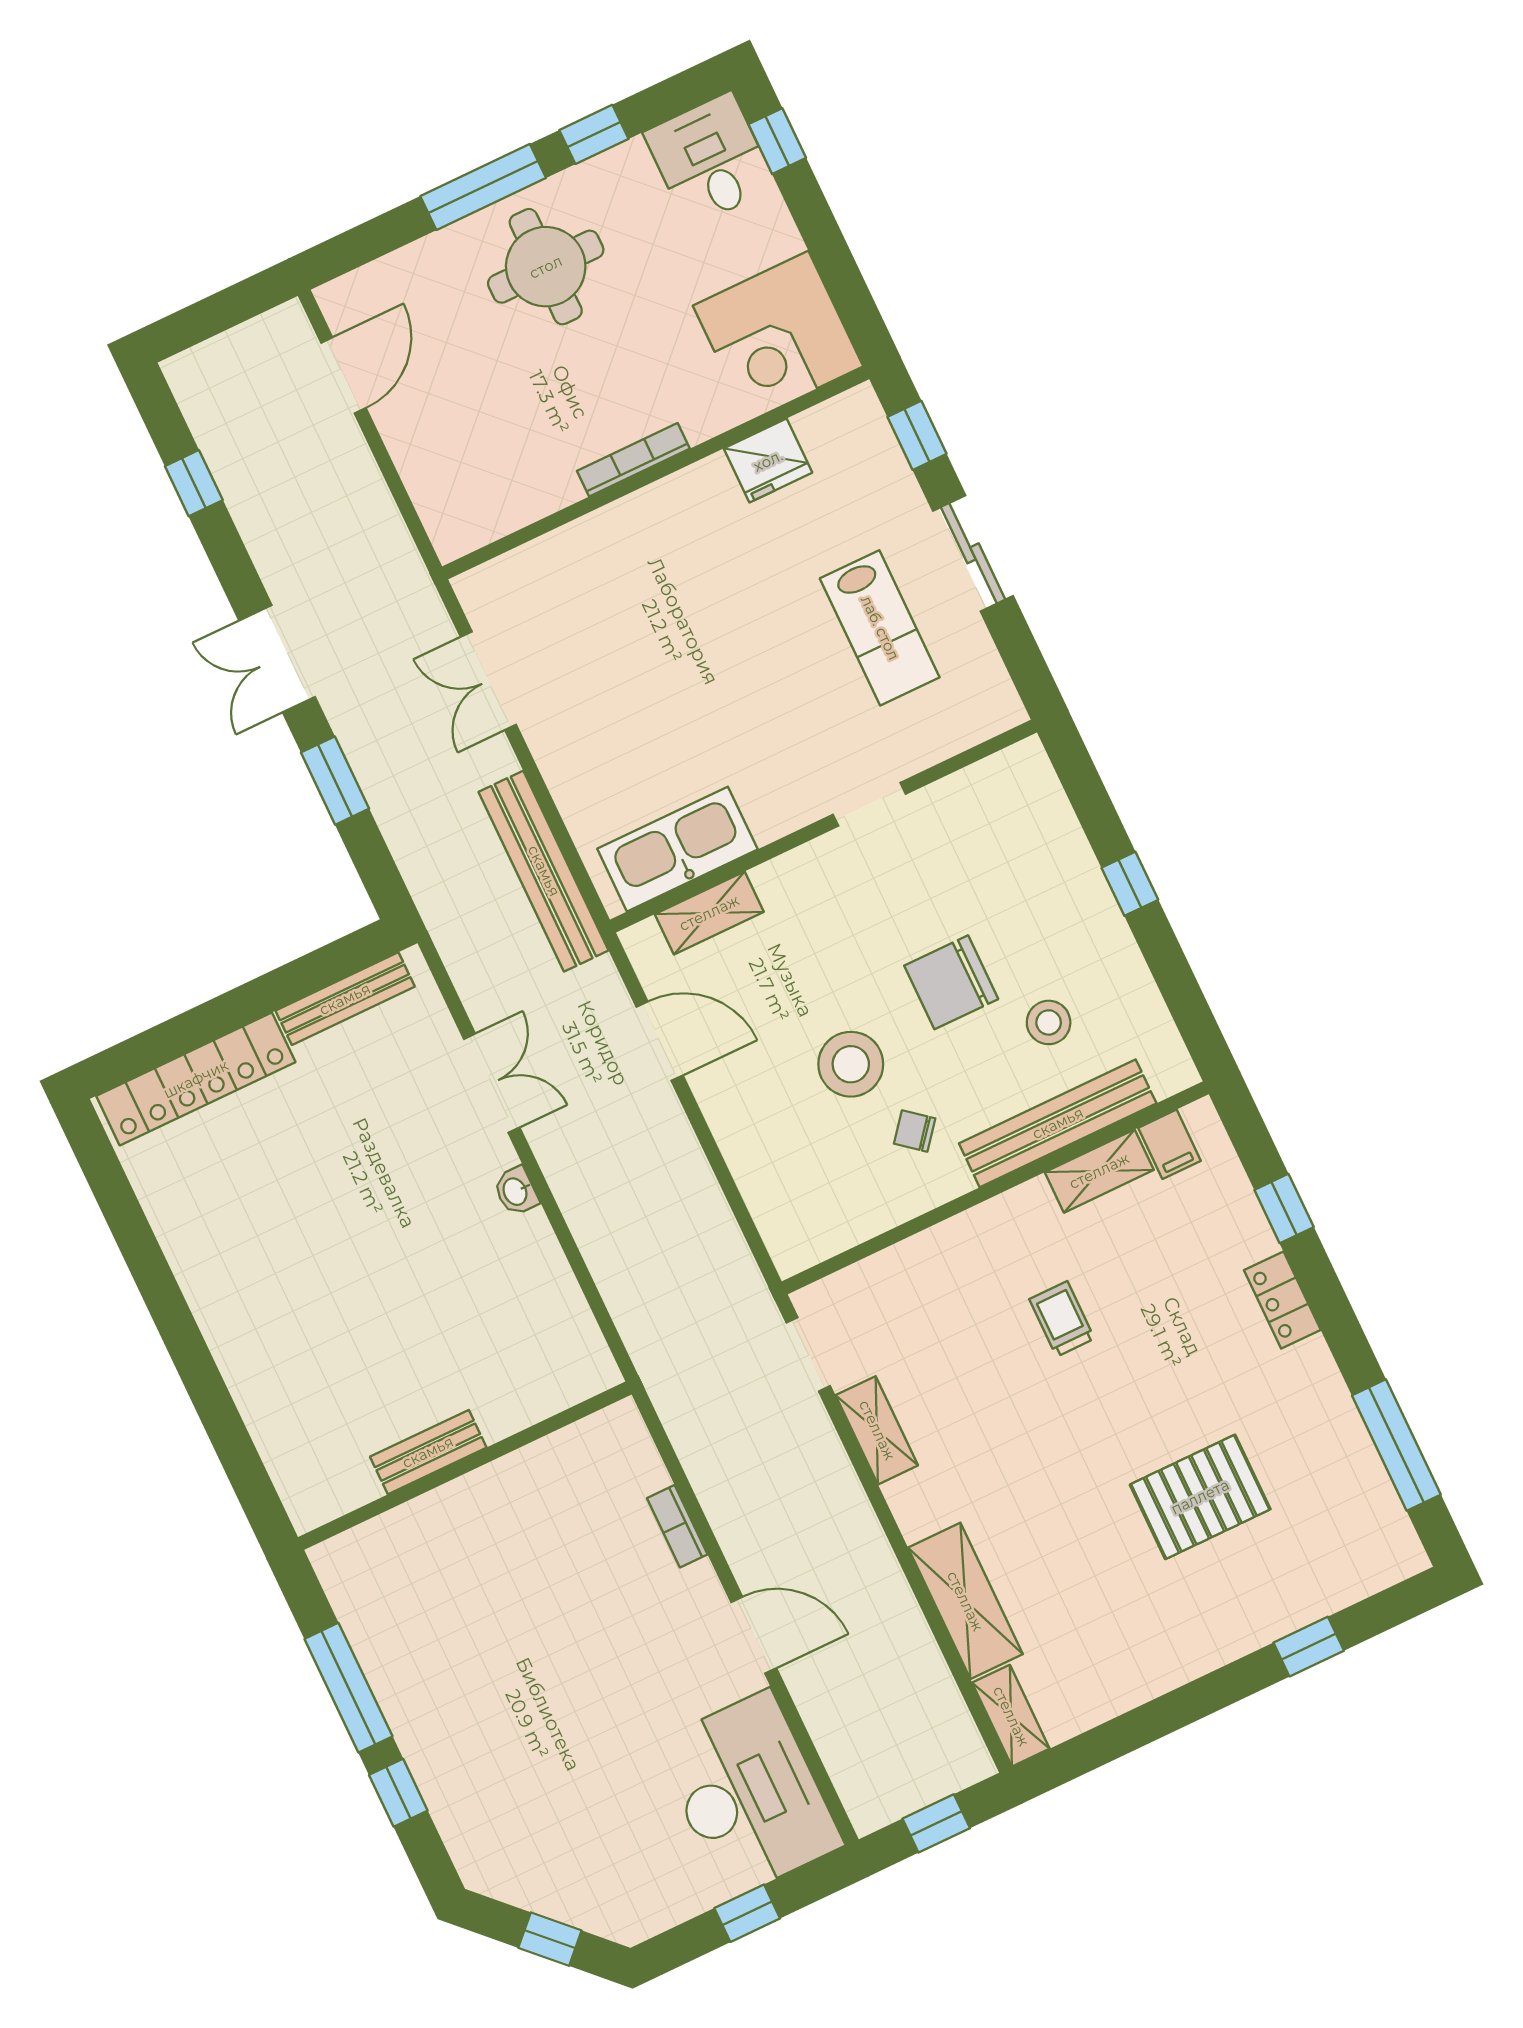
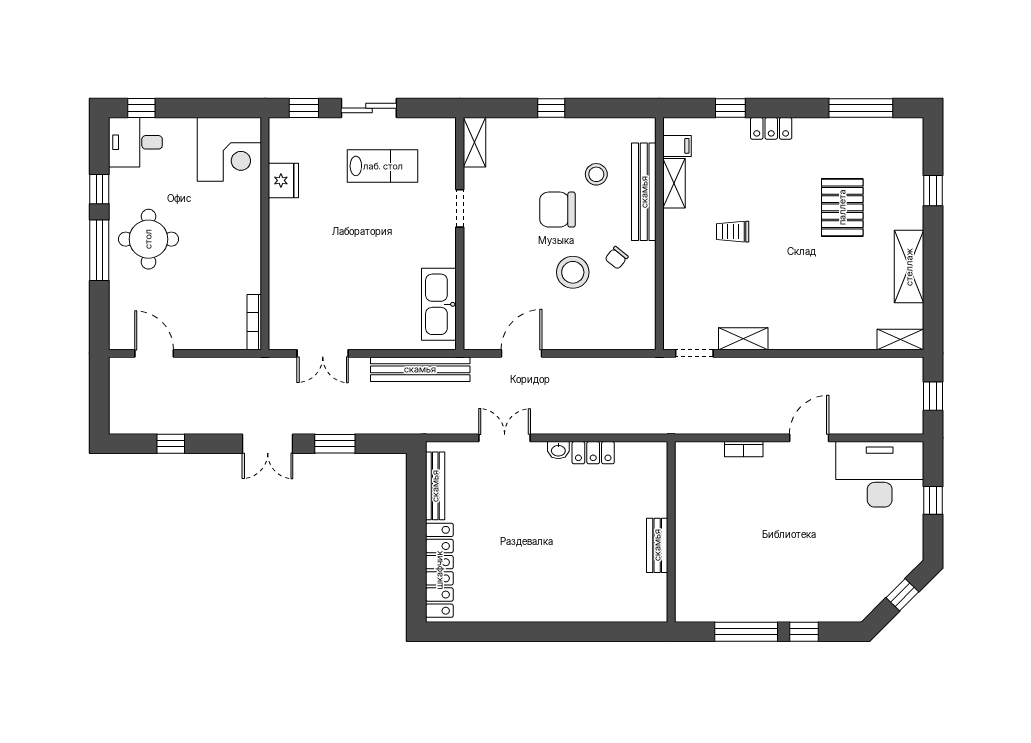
bookcase: (633, 460) -> (254, 322), moved
shelving: (709, 913) -> (474, 142), moved
chair: (951, 982) -> (557, 210), turned 90
locker: (541, 1256) -> (593, 453), added
shelving: (965, 1601) -> (909, 267), moved, turned 90

